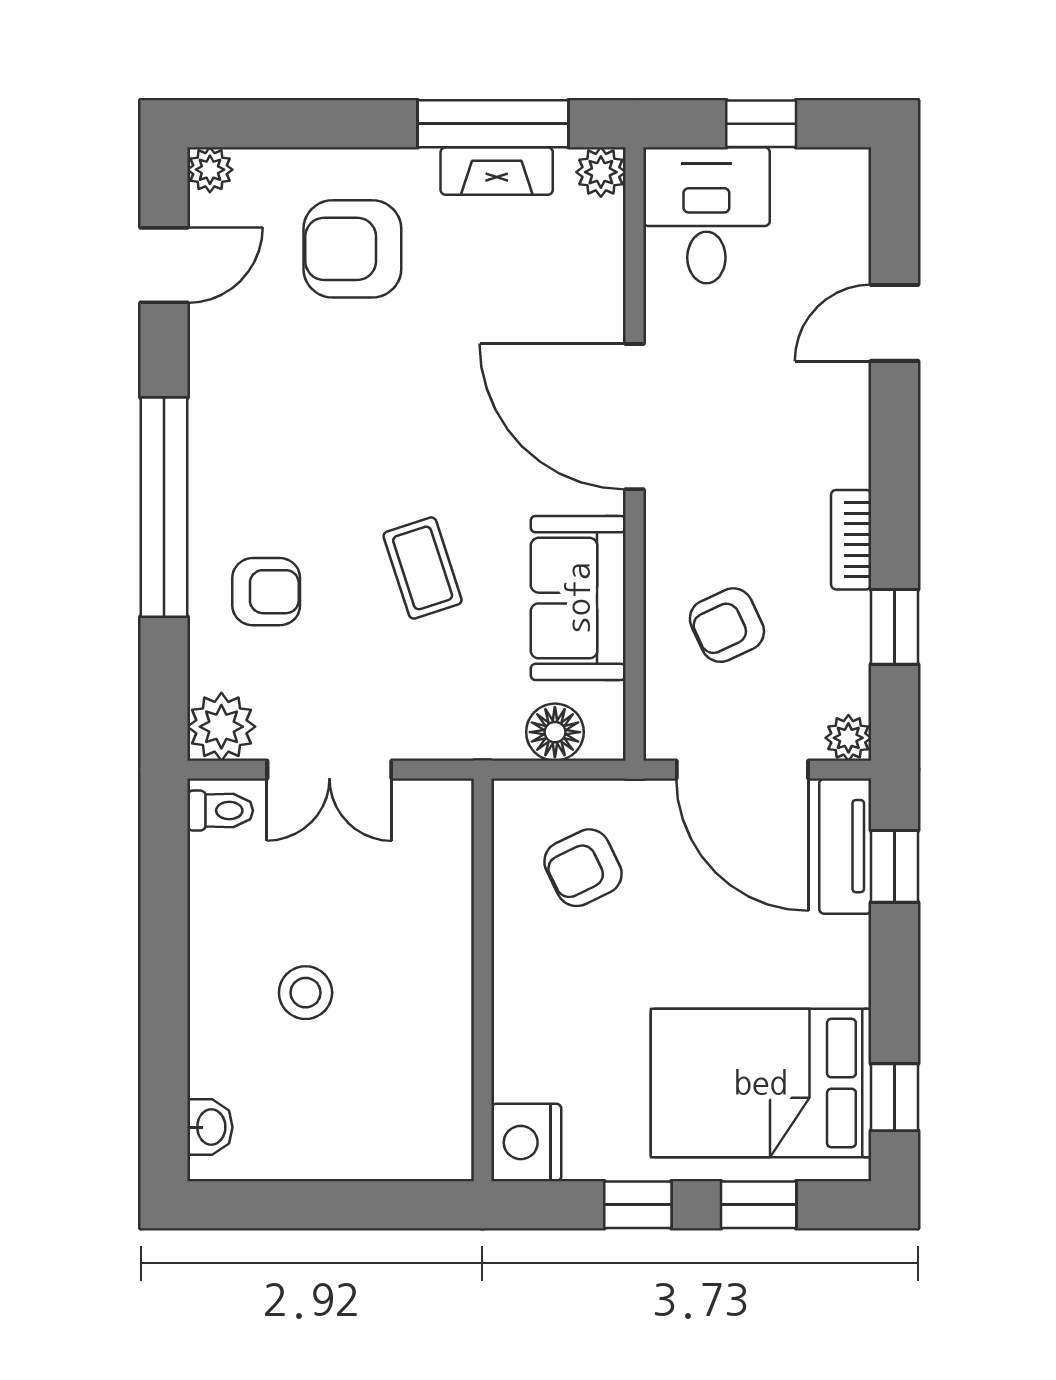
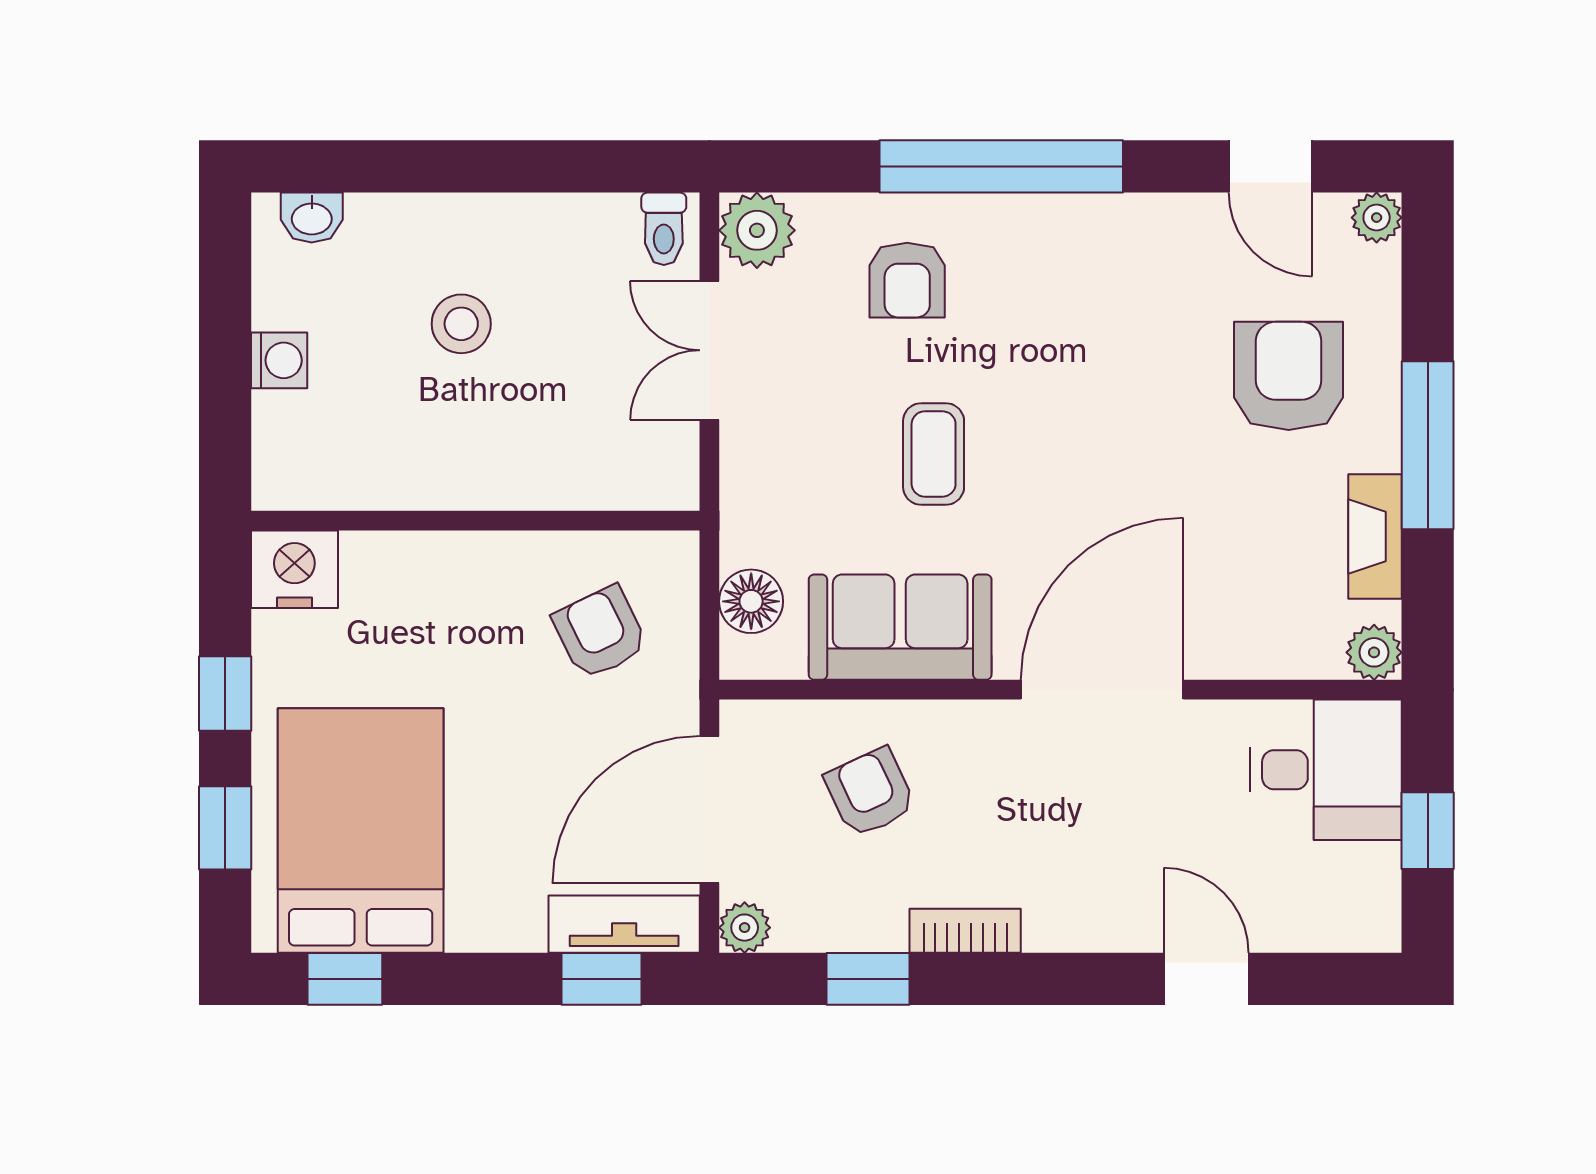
window: (493, 124) -> (1428, 445), moved
coffee table: (423, 568) -> (934, 454), turned -72
washing machine: (338, 1156) -> (279, 360), added

